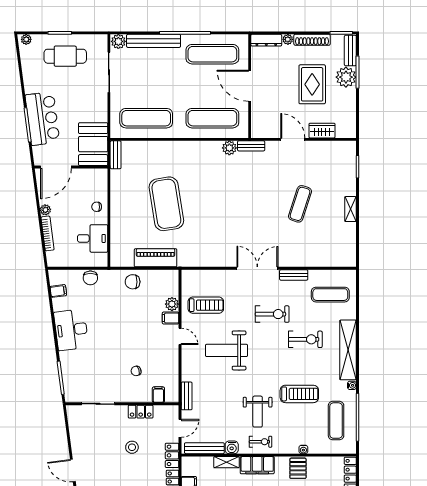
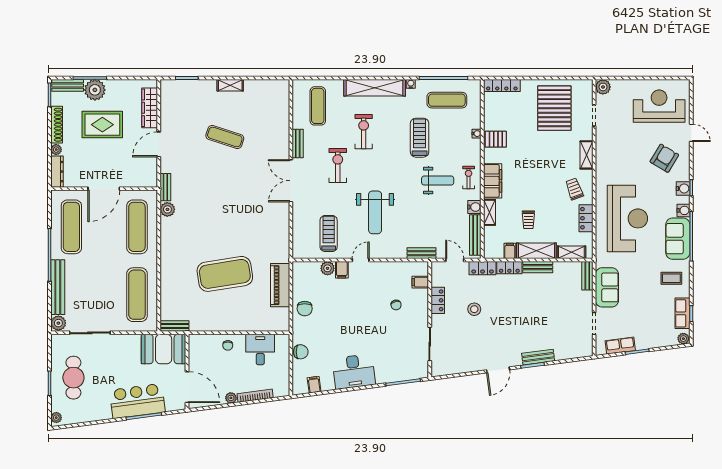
wardrobe: (322, 131) -> (150, 108), width x1.50

